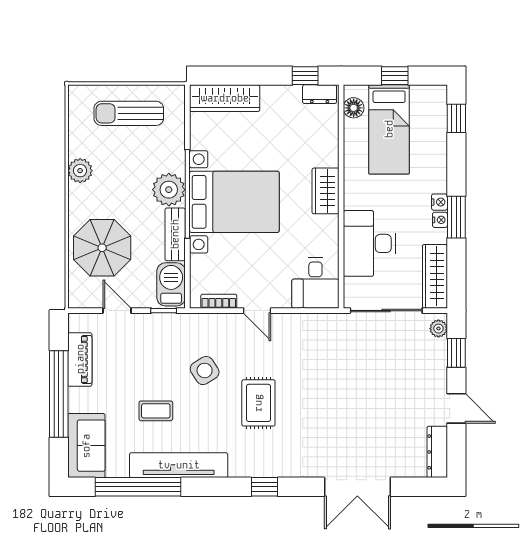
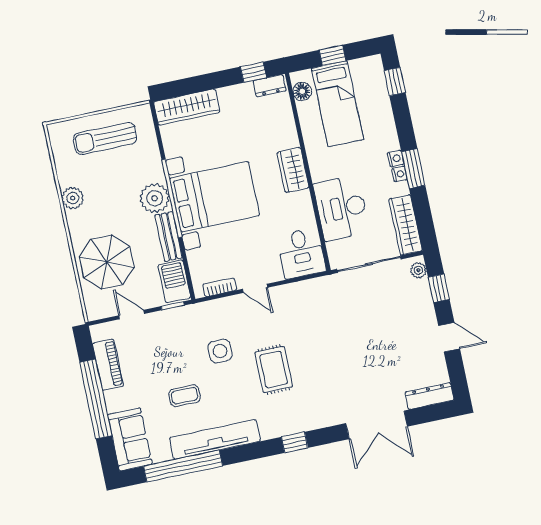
side table: (205, 371) -> (220, 351), turned 32
dresser: (437, 452) -> (429, 396), moved, turned 90

